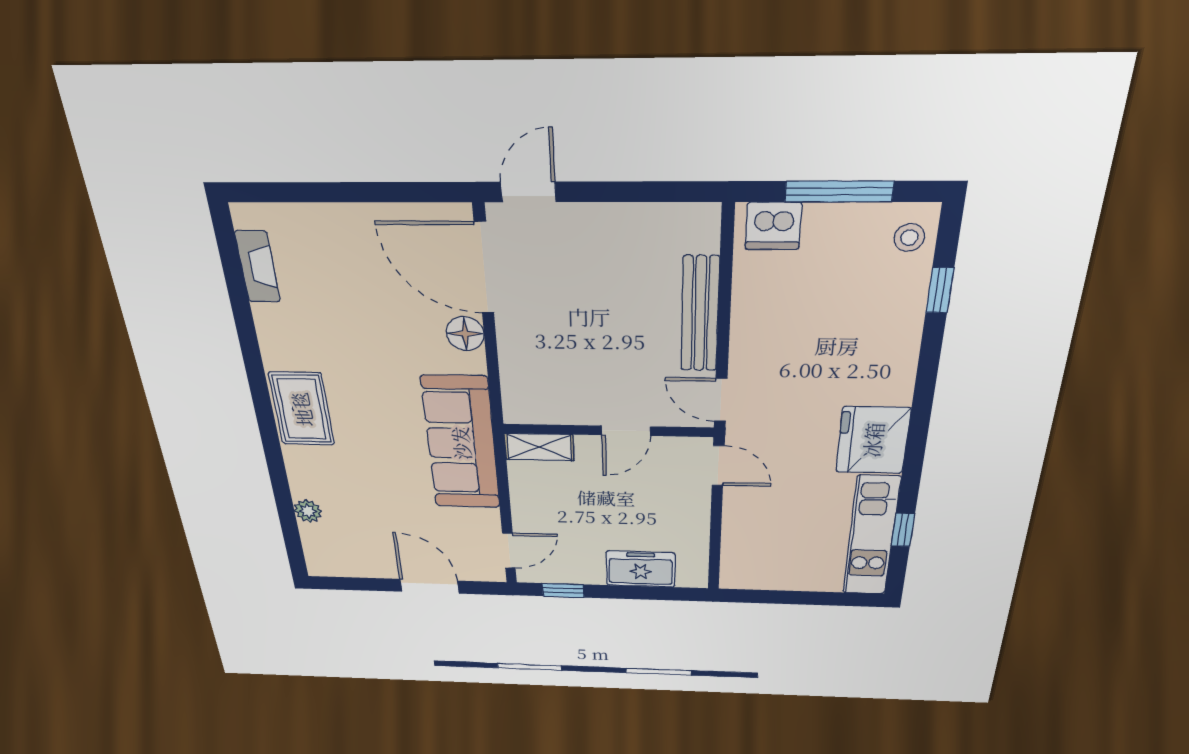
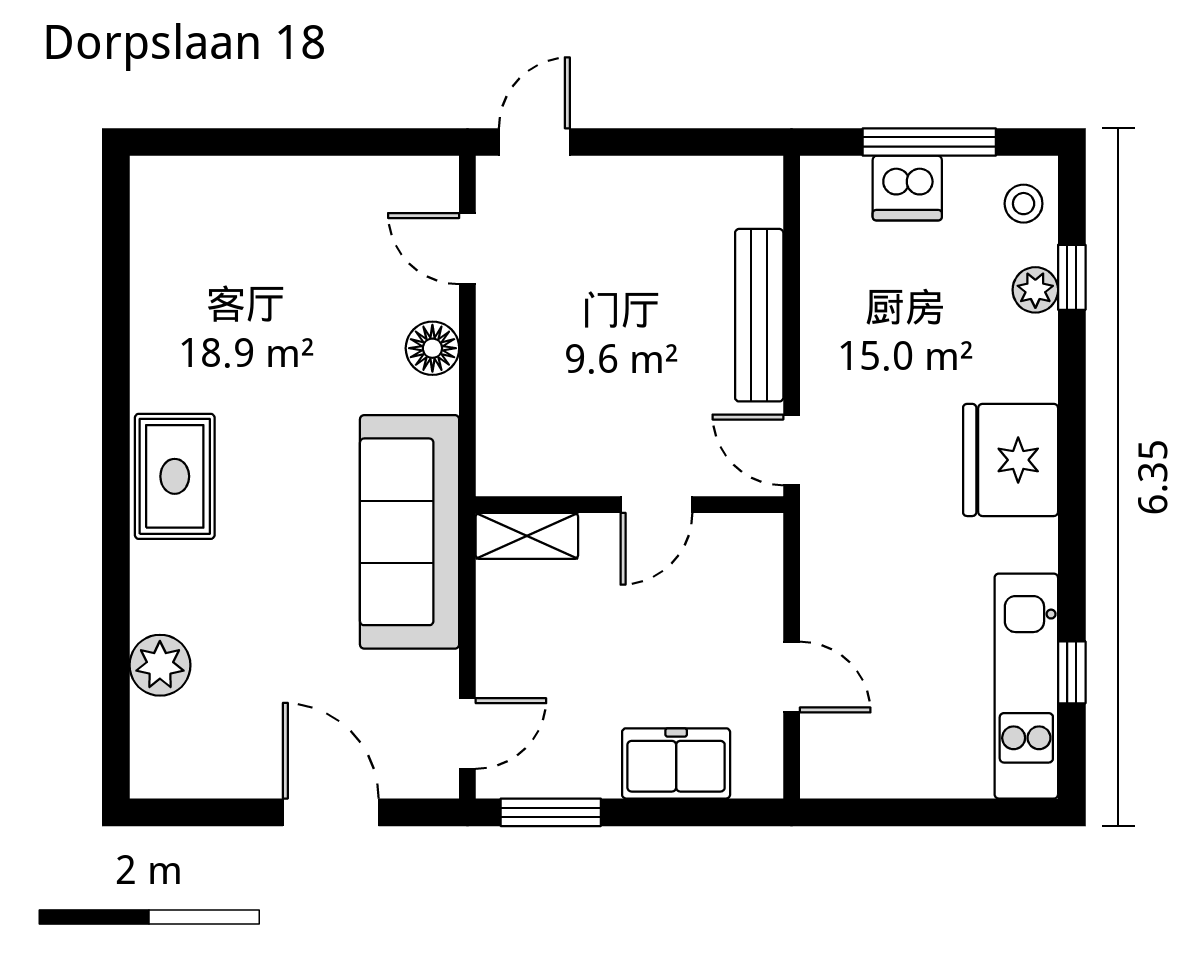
dishwasher: (773, 226) -> (907, 188), moved
fireplace: (258, 267) -> (152, 248), removed
door: (484, 268) -> (467, 249), width x0.53
plant: (910, 299) -> (1035, 290), added
fridge: (873, 440) -> (1011, 460), moved
door: (718, 466) -> (792, 677), moved
plant: (308, 511) -> (160, 665), width x1.38, depth x1.38
window: (563, 590) -> (551, 812), width x1.50

